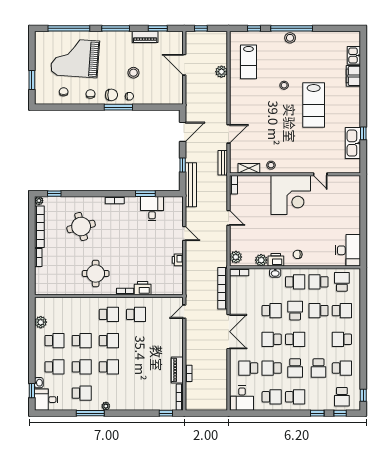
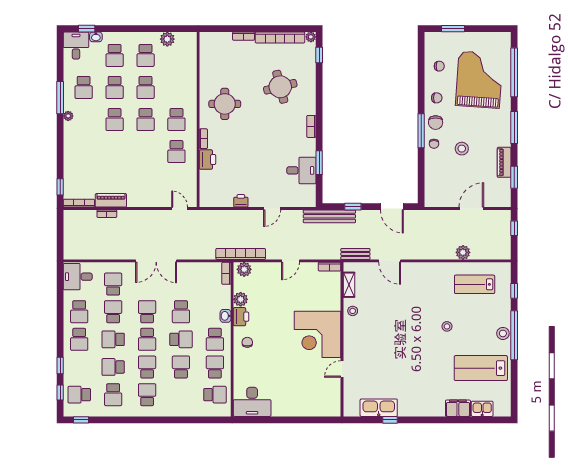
lab bench: (314, 105) -> (481, 368), moved
bookcase: (223, 288) -> (241, 254), moved
school desk: (342, 311) -> (147, 367), moved, turned 180

